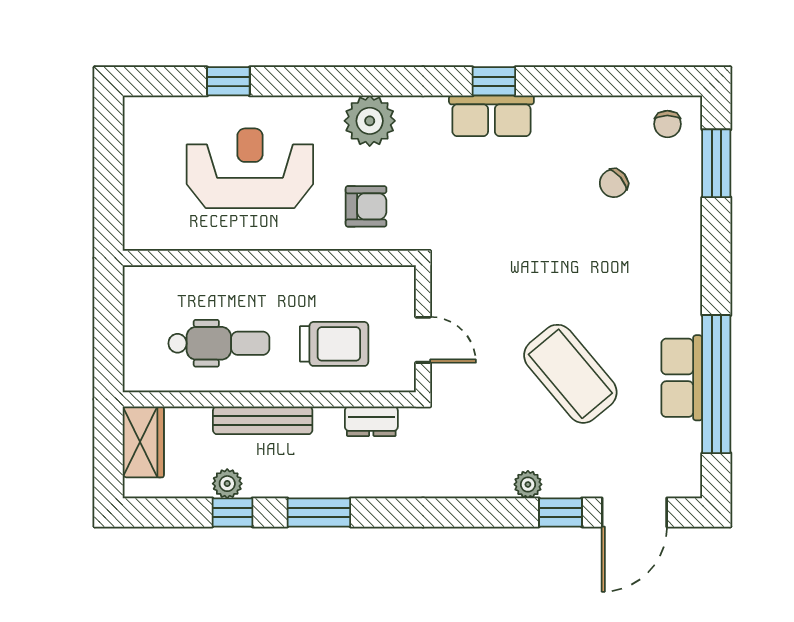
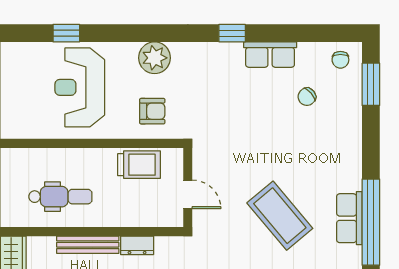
row of seats: (491, 116) -> (270, 55), moved
reception desk: (250, 168) -> (80, 87), turned -90
trolley: (334, 344) -> (139, 165), moved
dresser: (371, 421) -> (137, 245), moved

